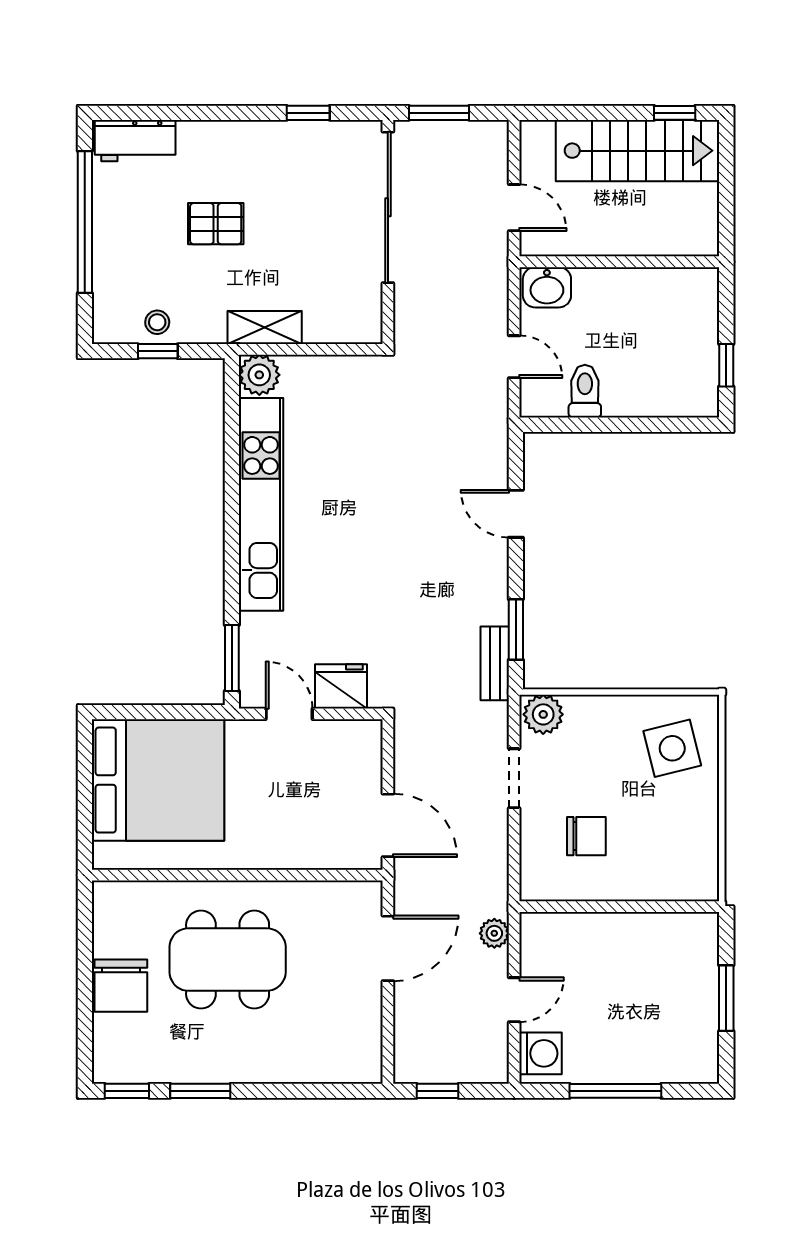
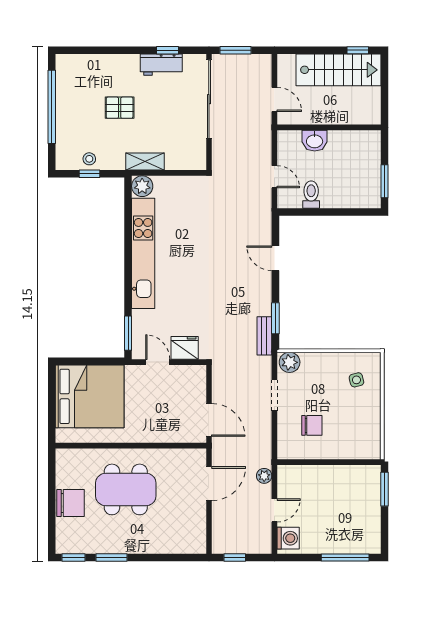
workbench: (135, 141) -> (161, 65), moved
washbasin: (547, 287) -> (315, 141), moved
window: (726, 365) -> (384, 181), width x1.50
side table: (672, 748) -> (356, 380), width x0.54, depth x0.54
chair: (121, 986) -> (70, 503), turned -90
window: (726, 998) -> (384, 489), moved
window: (615, 1091) -> (345, 558), moved

